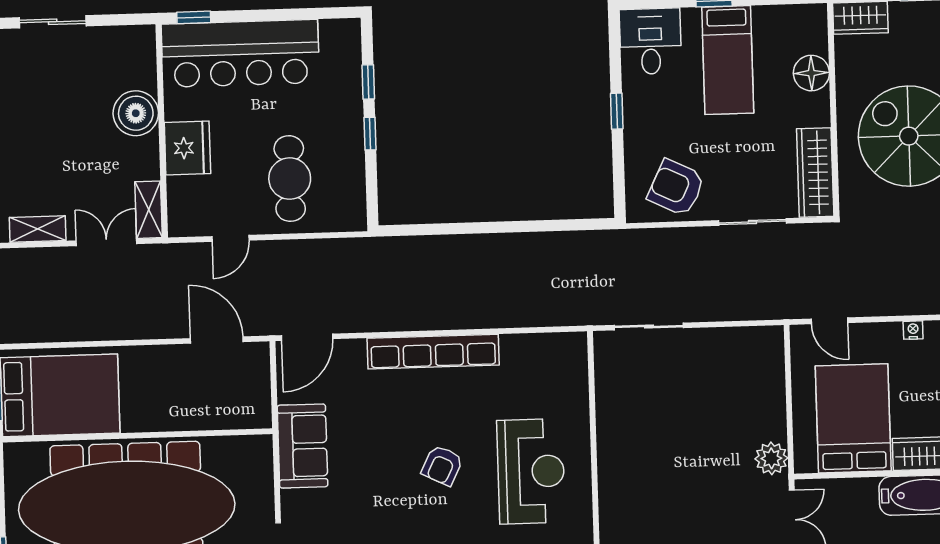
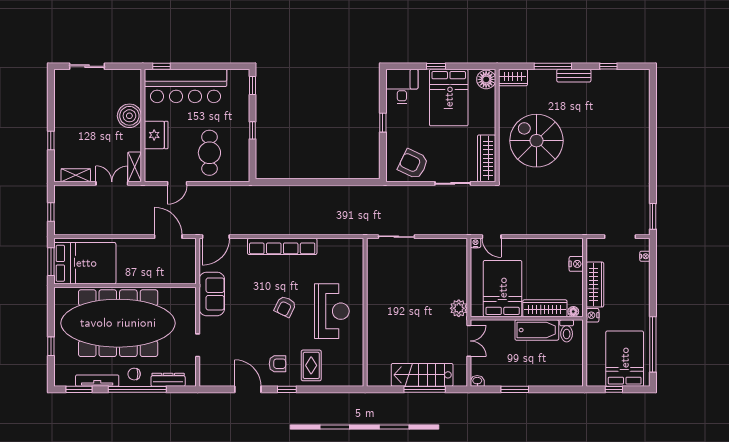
bed: (728, 60) -> (449, 98), width x1.50
floor lamp: (811, 73) -> (486, 79), moved
window: (368, 82) -> (252, 86), moved
nightstand: (913, 330) -> (475, 243), moved

